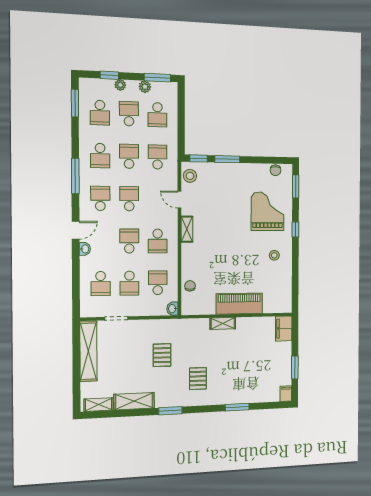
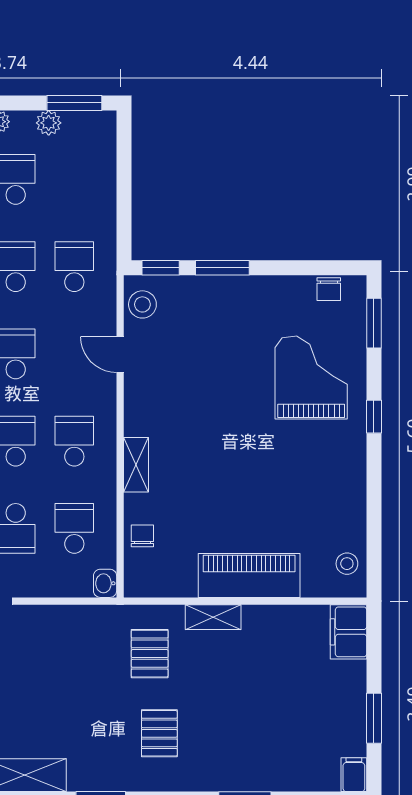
school desk: (157, 115) -> (74, 179), removed
shelving: (187, 229) -> (136, 465), moved
school desk: (158, 241) -> (74, 441), turned 180
stool: (274, 255) -> (347, 564), moved
pallet: (162, 355) -> (150, 654), moved

